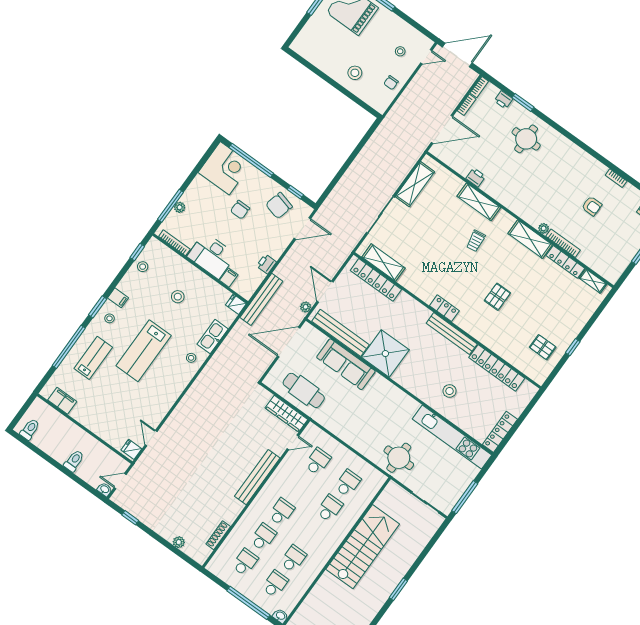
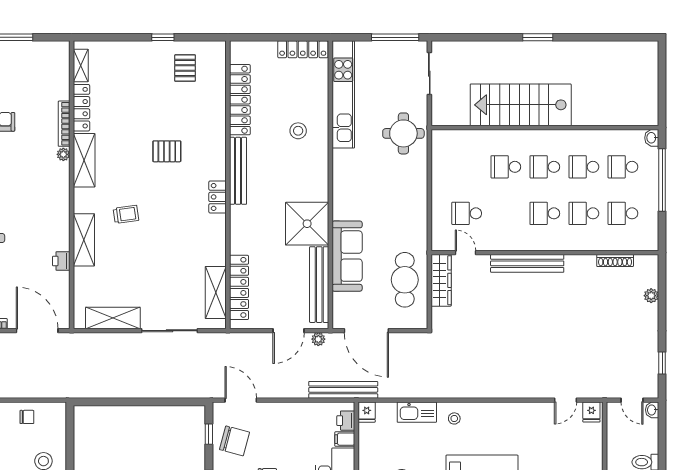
printer: (266, 264) -> (346, 421), moved, turned 90
school desk: (348, 483) -> (545, 167), moved

